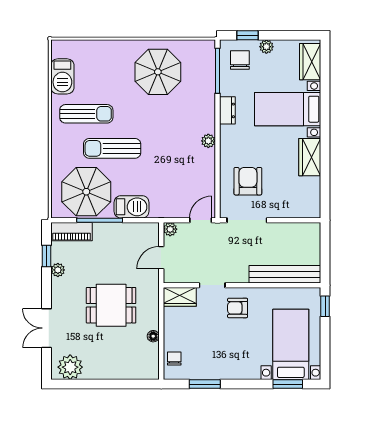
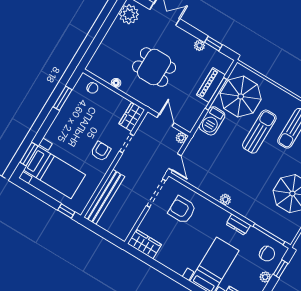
wardrobe: (310, 157) -> (145, 244), moved
armchair: (248, 181) -> (182, 210), turned 180
piano: (72, 232) -> (211, 85), moved
dining table: (111, 305) -> (154, 67), turned 90

